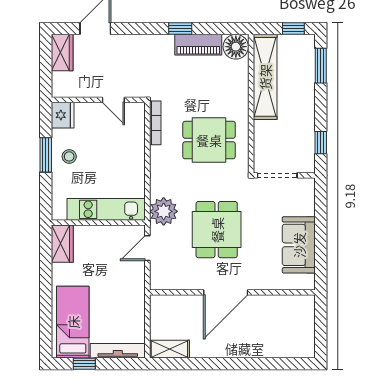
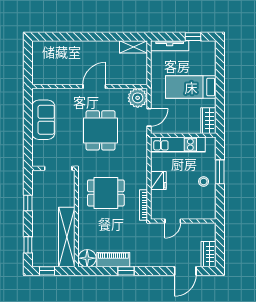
window: (321, 66) -> (28, 245), width x0.67
door: (113, 100) -> (173, 221), swing flipped
fridge: (63, 115) -> (158, 181), moved, turned 180
window: (321, 143) -> (28, 203), moved
window: (46, 155) -> (220, 172), moved
plant: (164, 211) -> (138, 98), moved
door: (226, 292) -> (94, 86), width x0.73
bed: (73, 322) -> (191, 87), moved, turned 90

